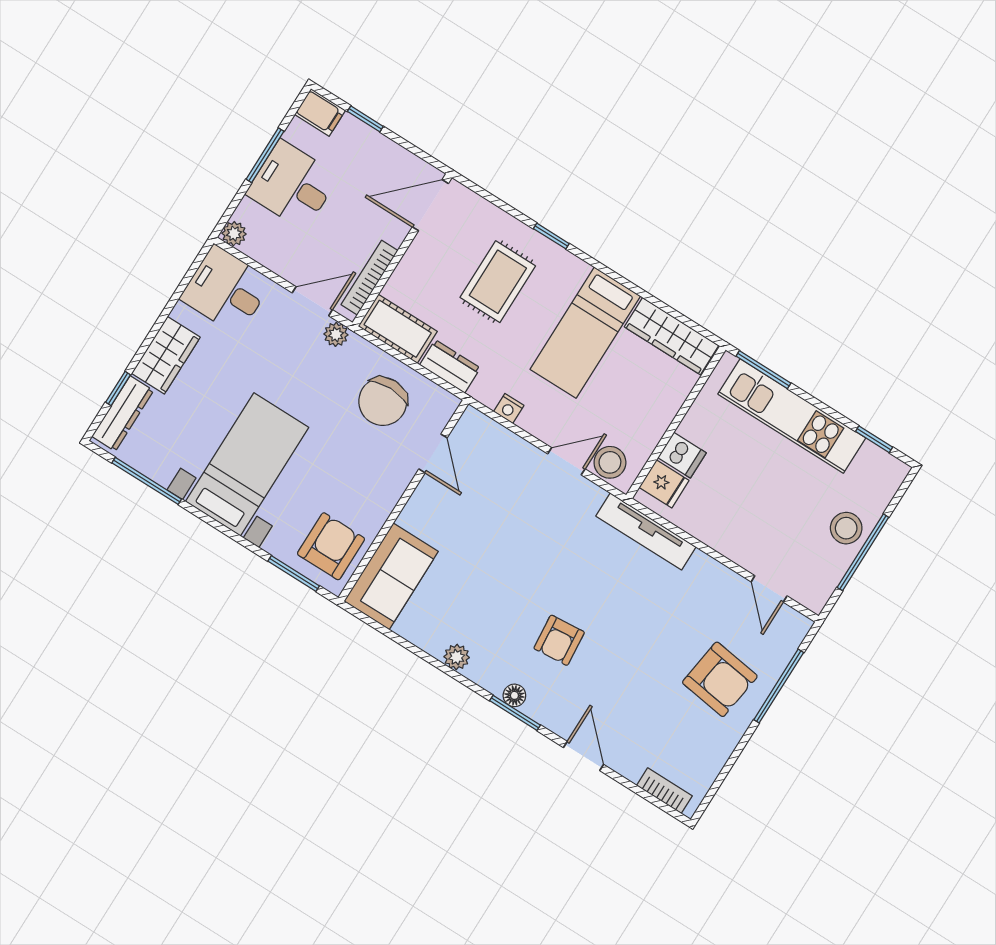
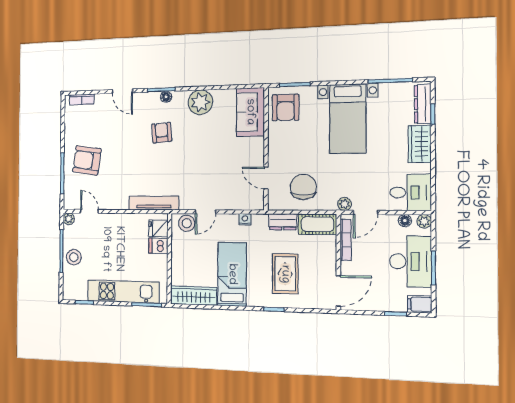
desk: (293, 185) -> (411, 261), width x1.37
floor lamp: (262, 252) -> (405, 221), added
plant: (815, 600) -> (69, 219), added
plant: (457, 657) -> (200, 102), width x1.87, depth x1.87

